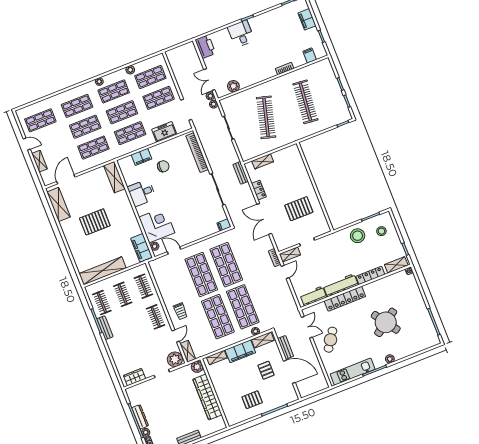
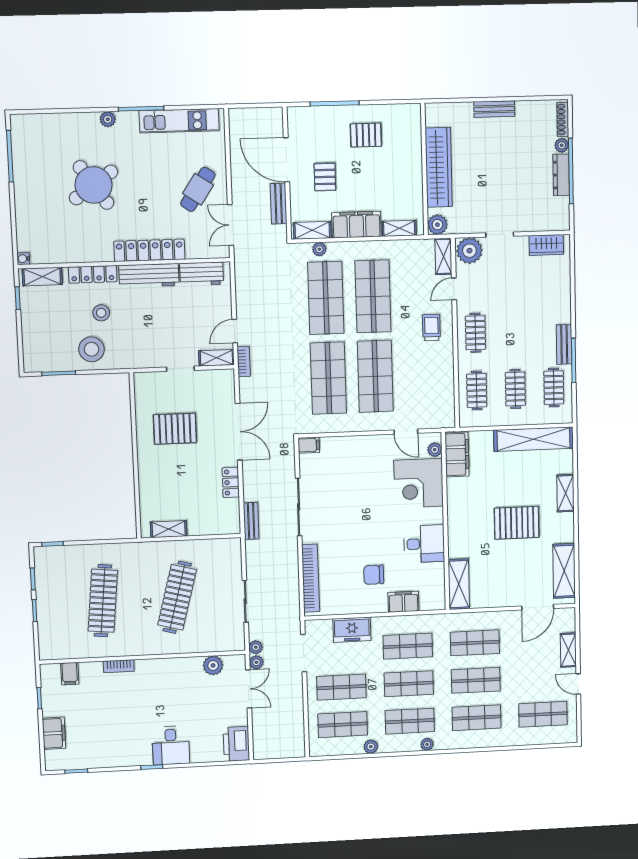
shelving: (263, 161) -> (169, 529), moved
stool: (381, 231) -> (101, 313), moved
shelving: (74, 247) -> (565, 493), added

